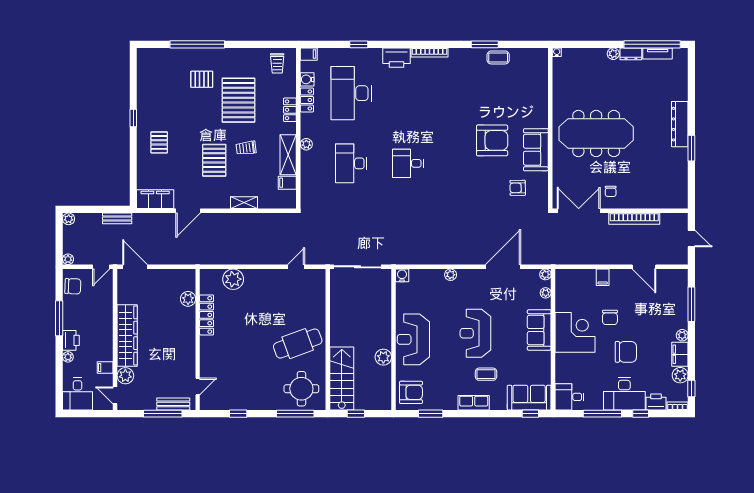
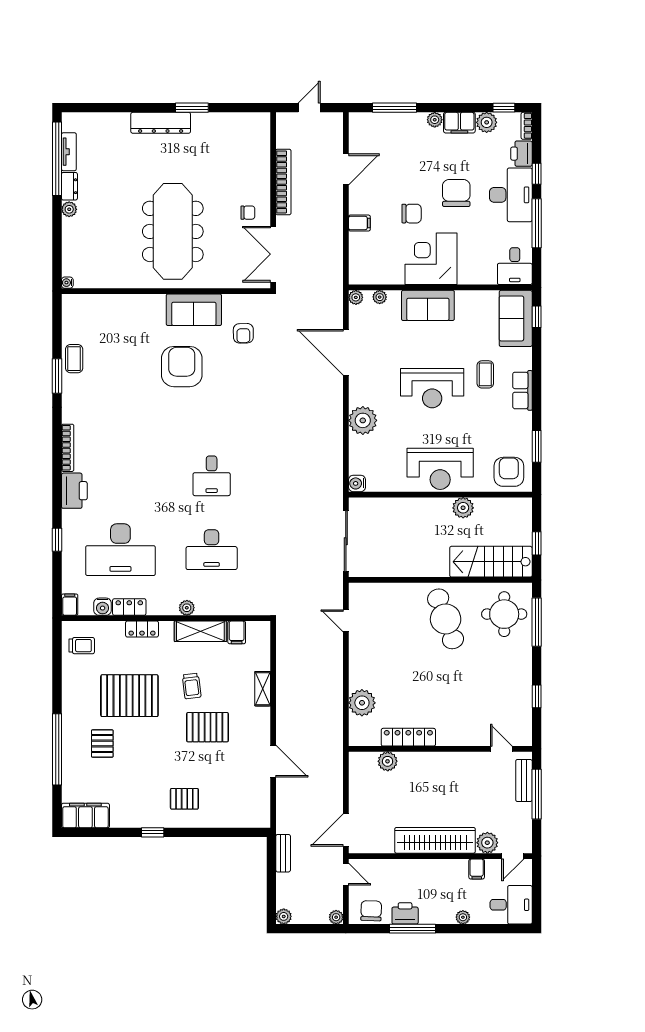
filing cabinet: (155, 199) -> (85, 816), moved, turned 90
plant: (451, 275) -> (363, 420), width x1.87, depth x1.87
printer: (71, 340) -> (405, 913), moved

